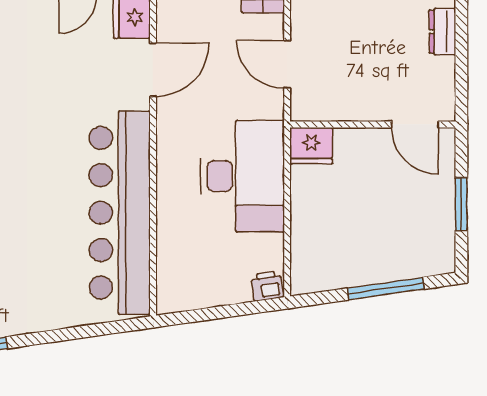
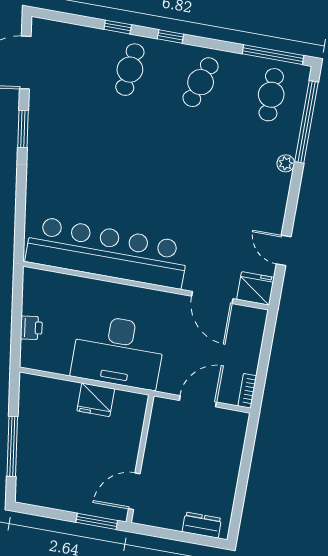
fridge: (311, 146) -> (96, 400), moved, turned -90
window: (461, 204) -> (97, 521), moved
printer: (267, 286) -> (31, 328), moved

